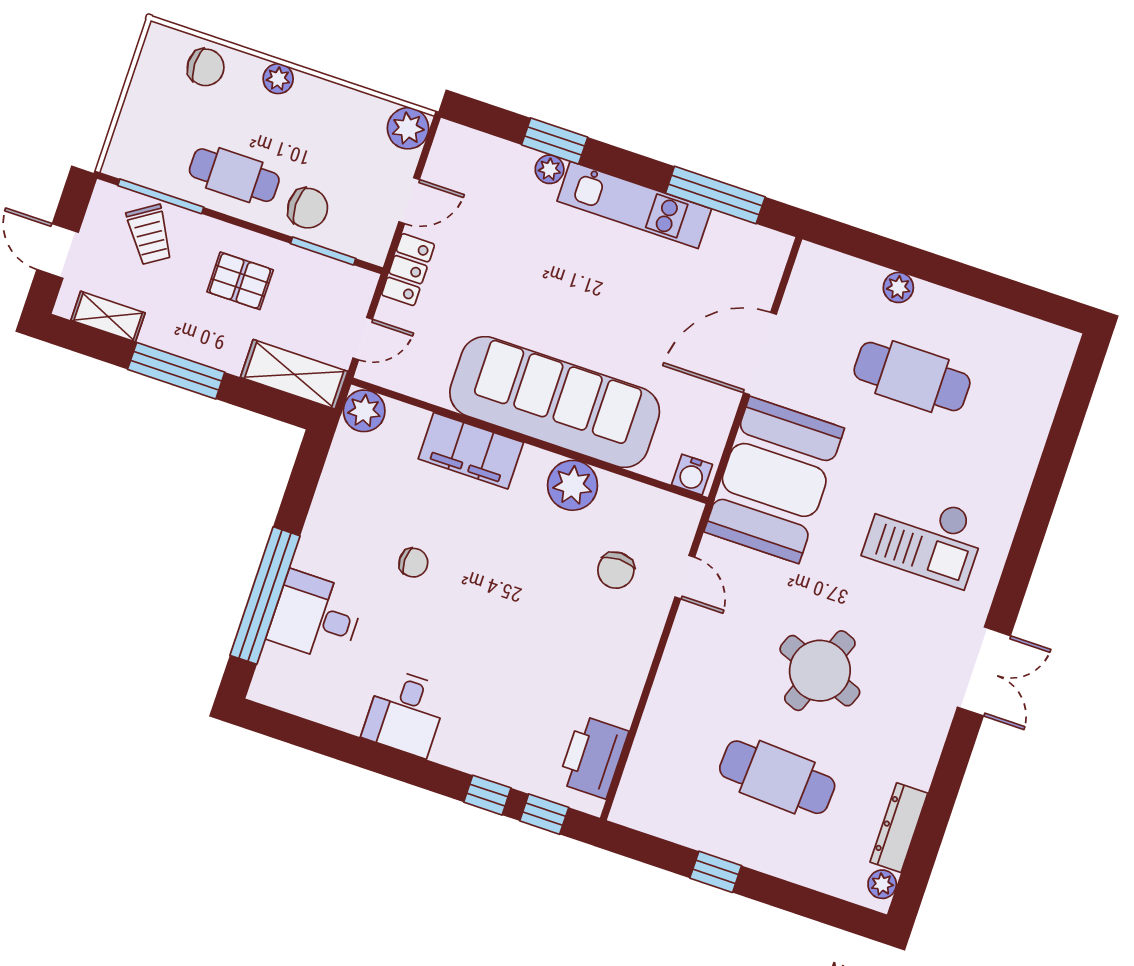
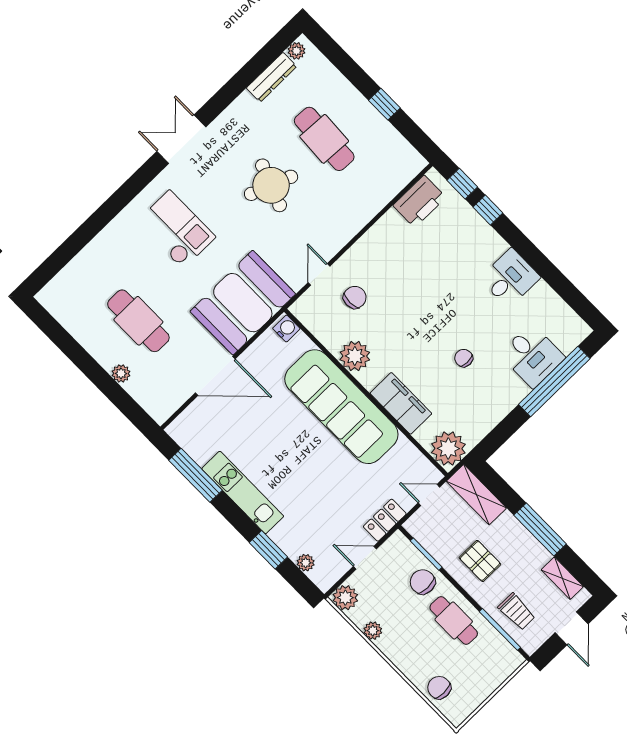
plant: (278, 79) -> (373, 631), moved
plant: (550, 169) -> (306, 563), moved
trolley: (150, 235) -> (517, 612), turned 123
plant: (364, 411) -> (448, 448), width x1.36, depth x1.36

